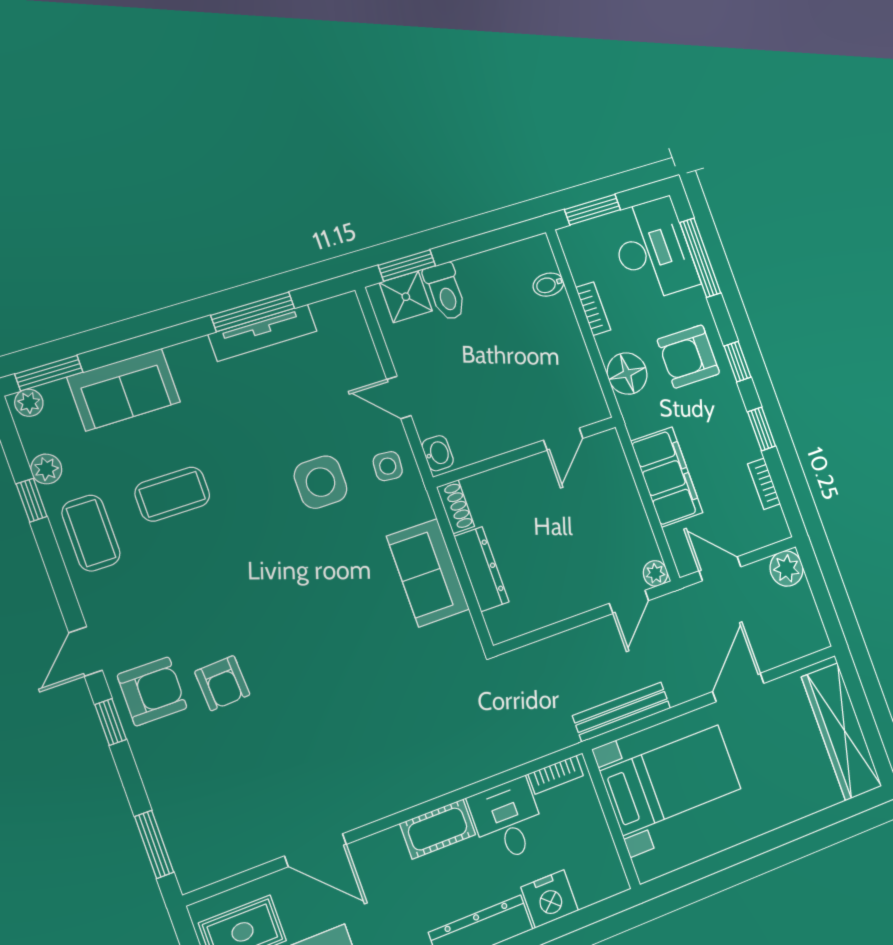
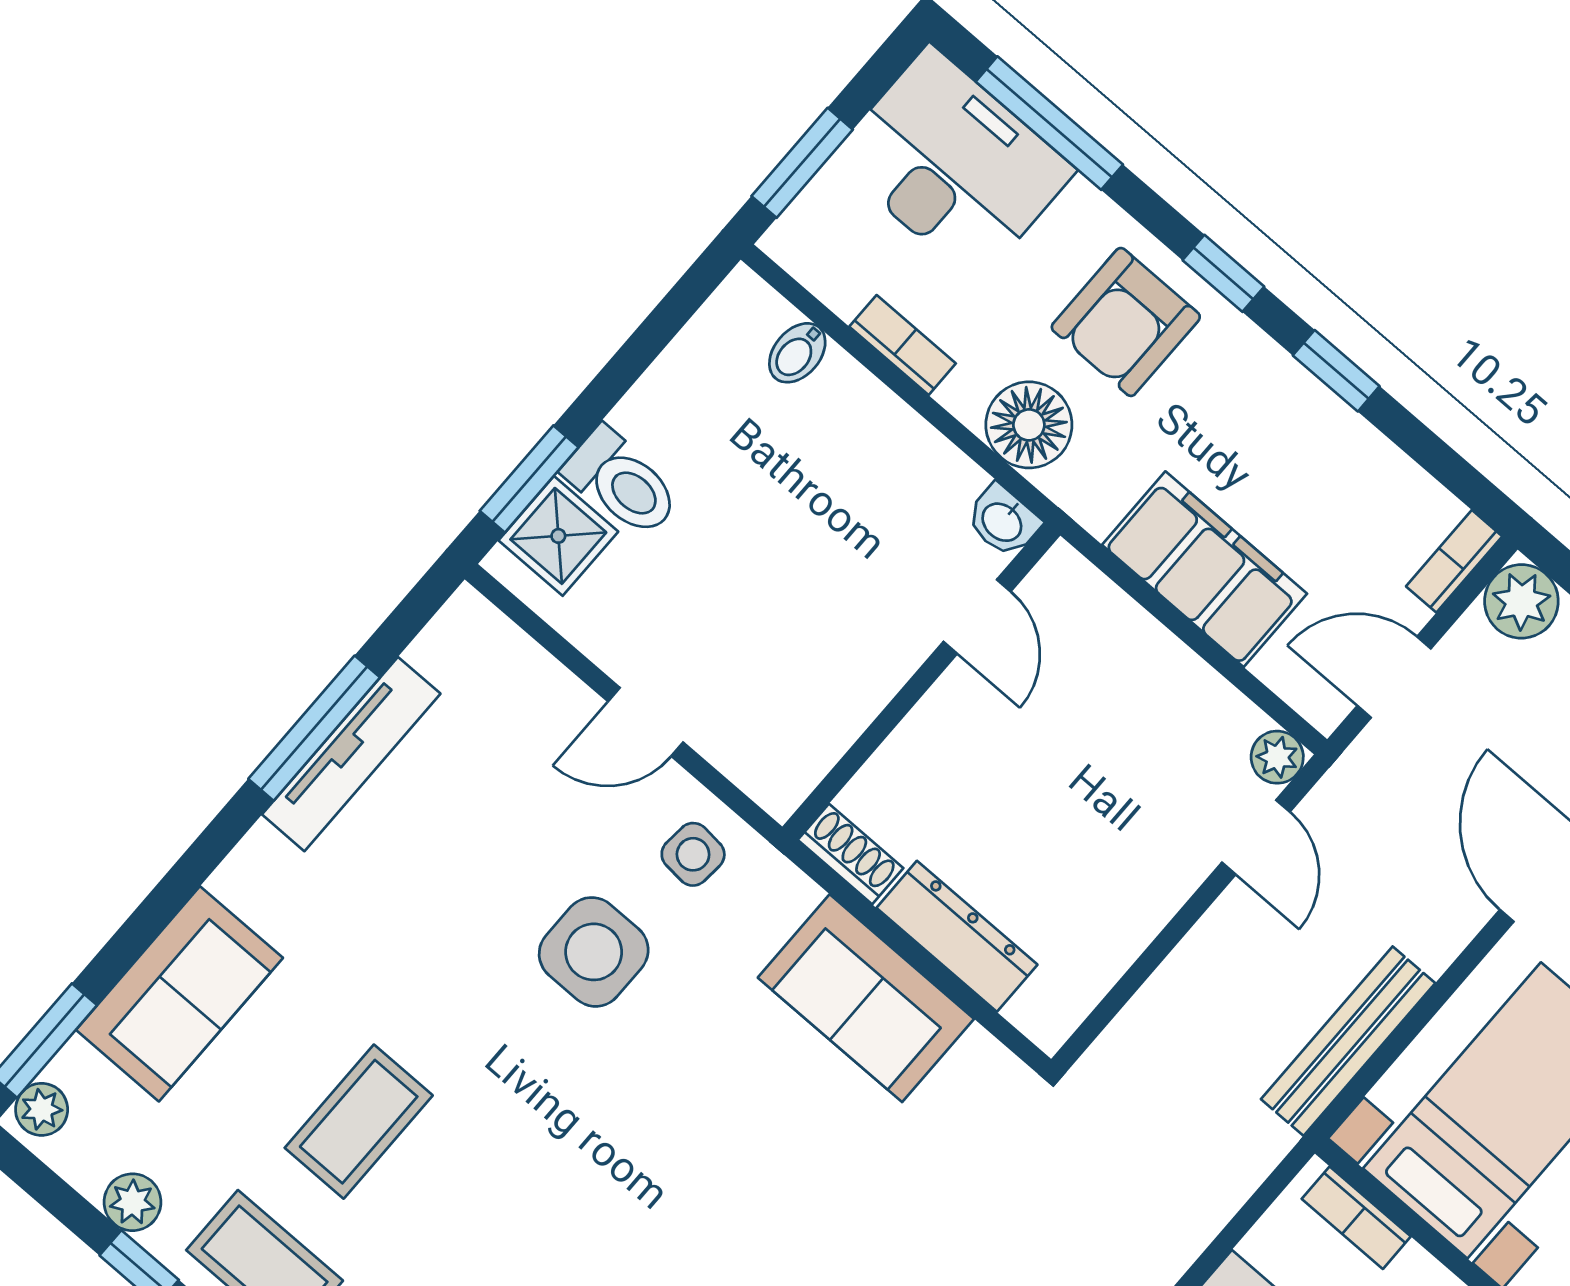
washbasin: (438, 453) -> (1003, 521), moved, turned 180
bookcase: (764, 484) -> (1454, 561), moved, turned 90
bookcase: (556, 775) -> (1356, 1218), moved, turned 90

